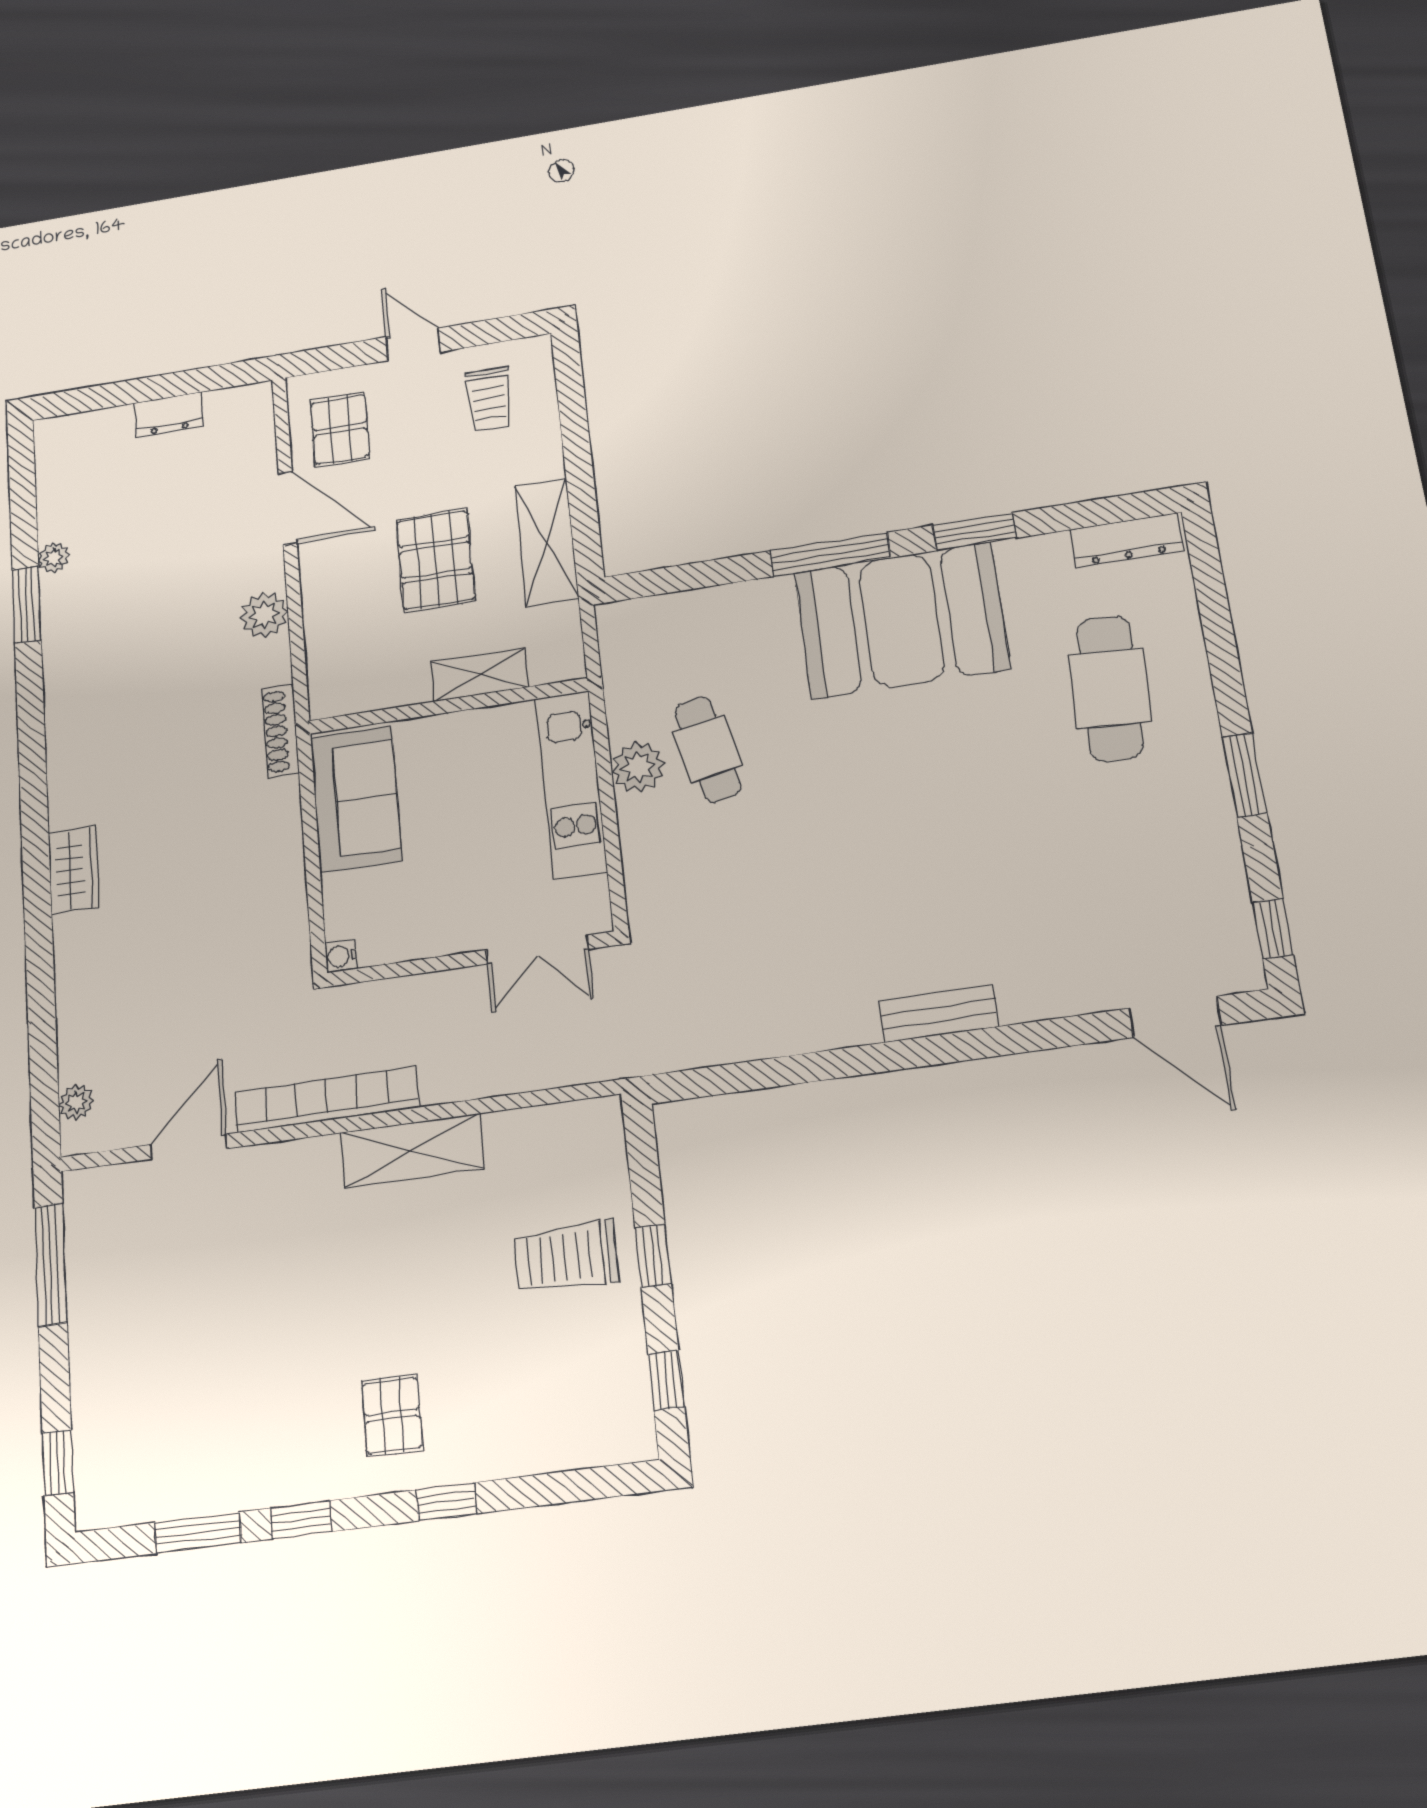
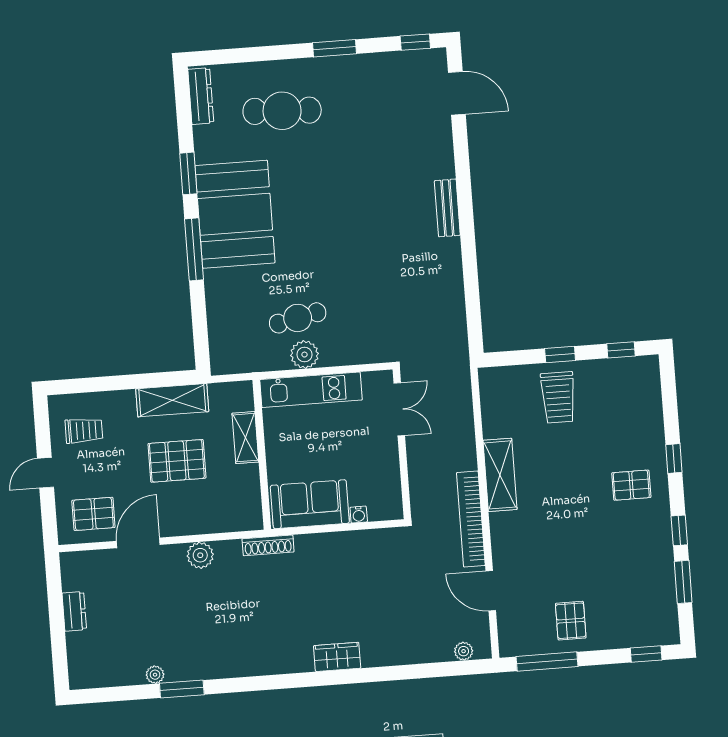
water cooler: (341, 956) -> (359, 515), moved
door: (1175, 1017) -> (457, 93), hinge flipped
pallet: (127, 1307) -> (571, 621), added

